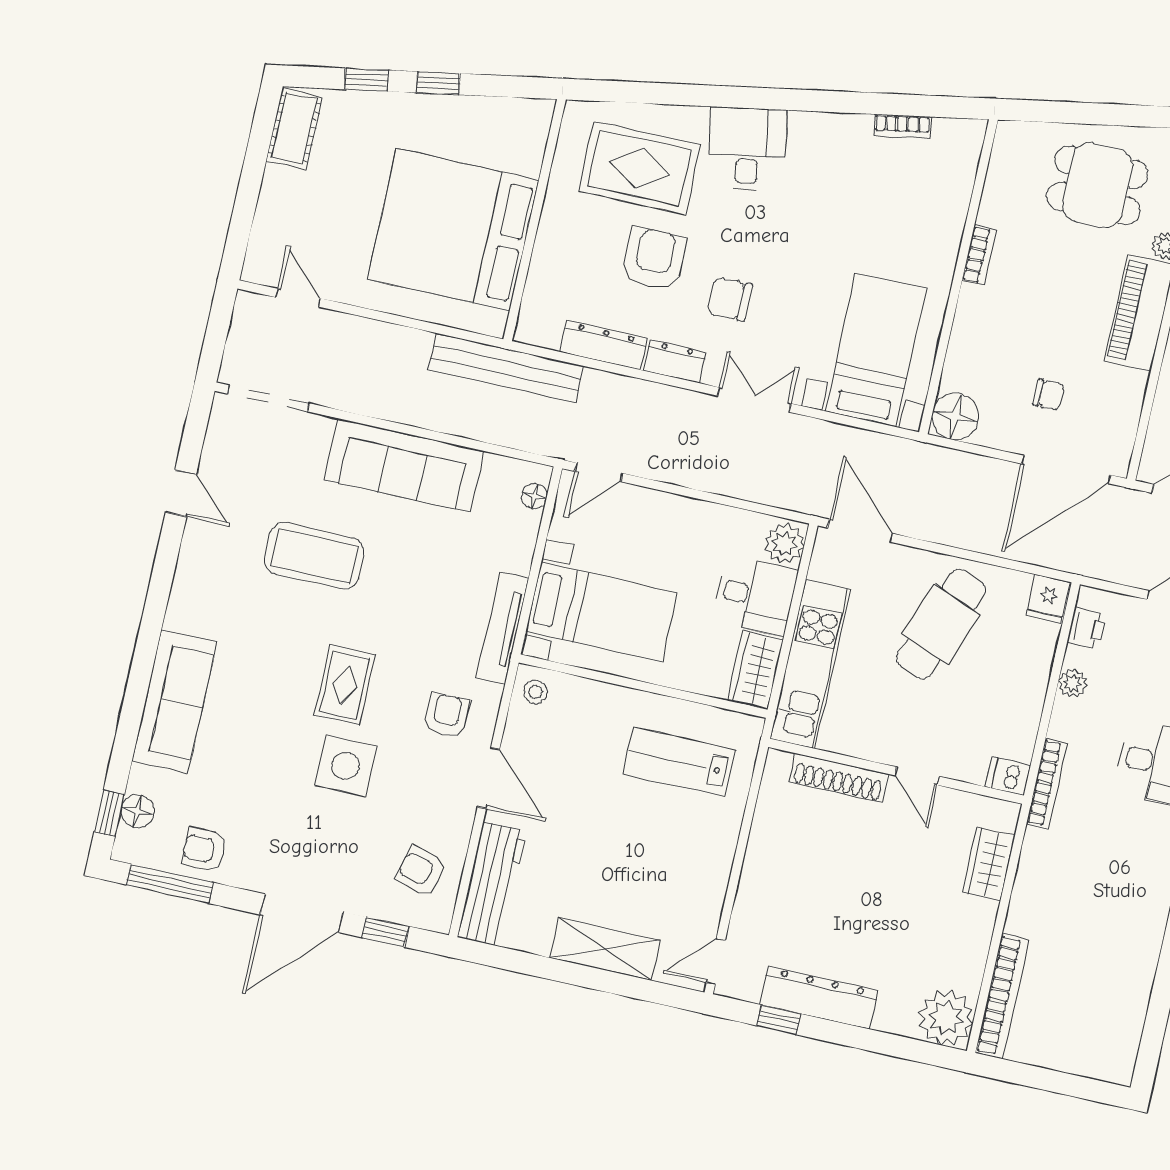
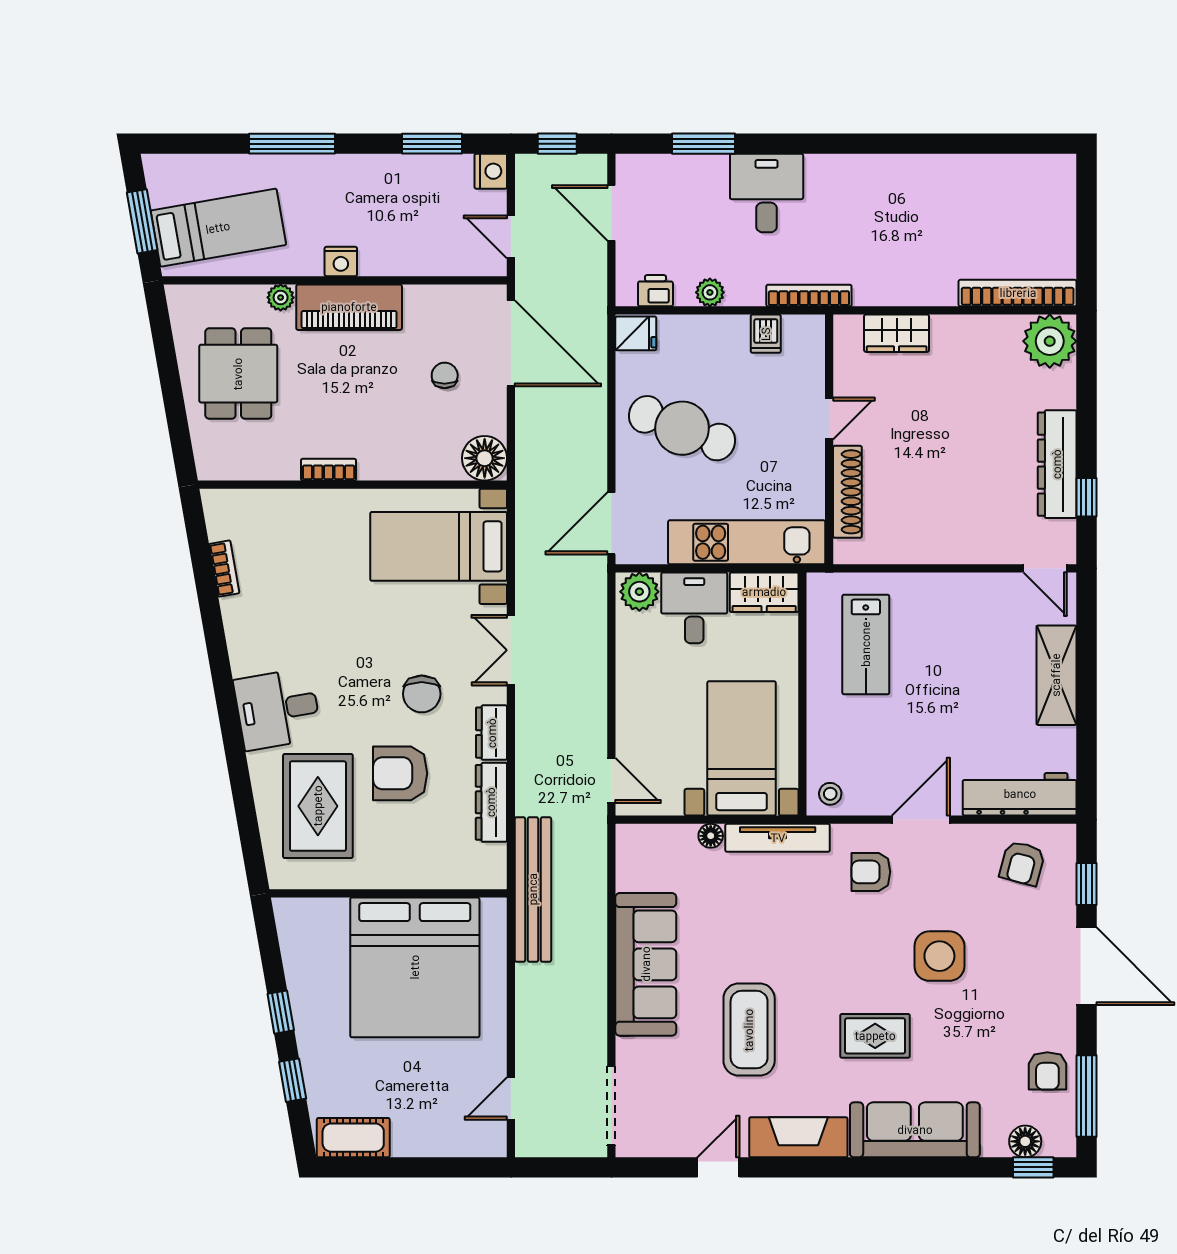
floor lamp: (534, 496) -> (711, 836), moved
fireplace: (193, 581) -> (798, 1137), added
rug: (345, 685) -> (875, 1036), moved
dishwasher: (1008, 776) -> (766, 334), moved

